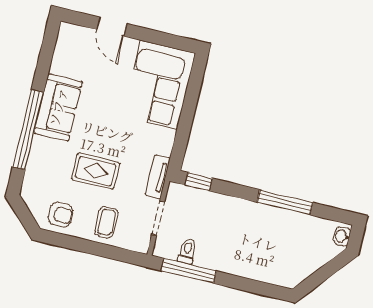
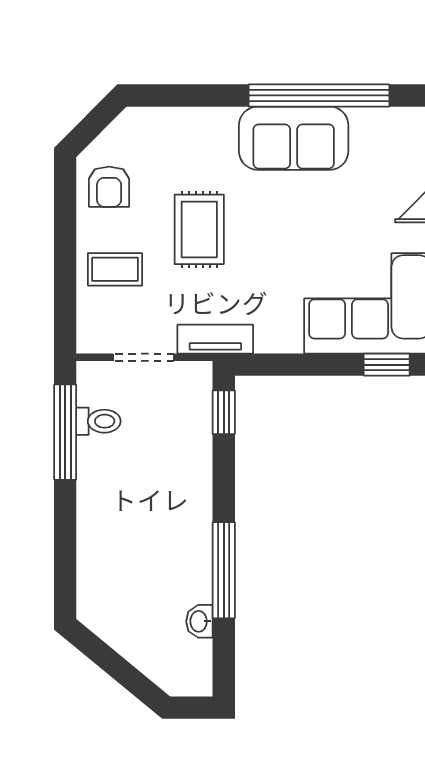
window: (194, 86) -> (387, 365), added
window: (28, 130) -> (319, 95), moved
washbasin: (342, 236) -> (199, 621), moved, turned -90

